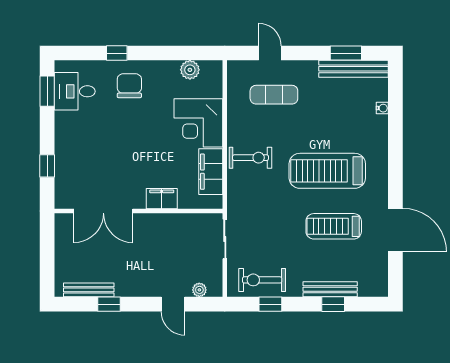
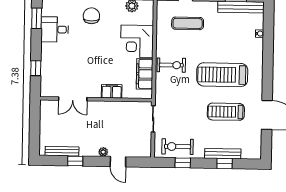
desk: (75, 91) -> (55, 29), moved
double door: (103, 211) -> (73, 99), width x0.73
plant: (199, 290) -> (103, 152), moved

